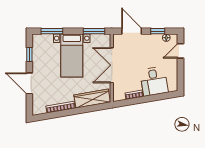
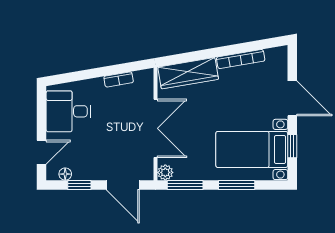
window: (52, 31) -> (237, 185), moved
plant: (106, 39) -> (165, 172), added
bed with nightstands: (72, 56) -> (252, 149), moved, turned -90
desk: (154, 81) -> (68, 111), moved, turned -80

